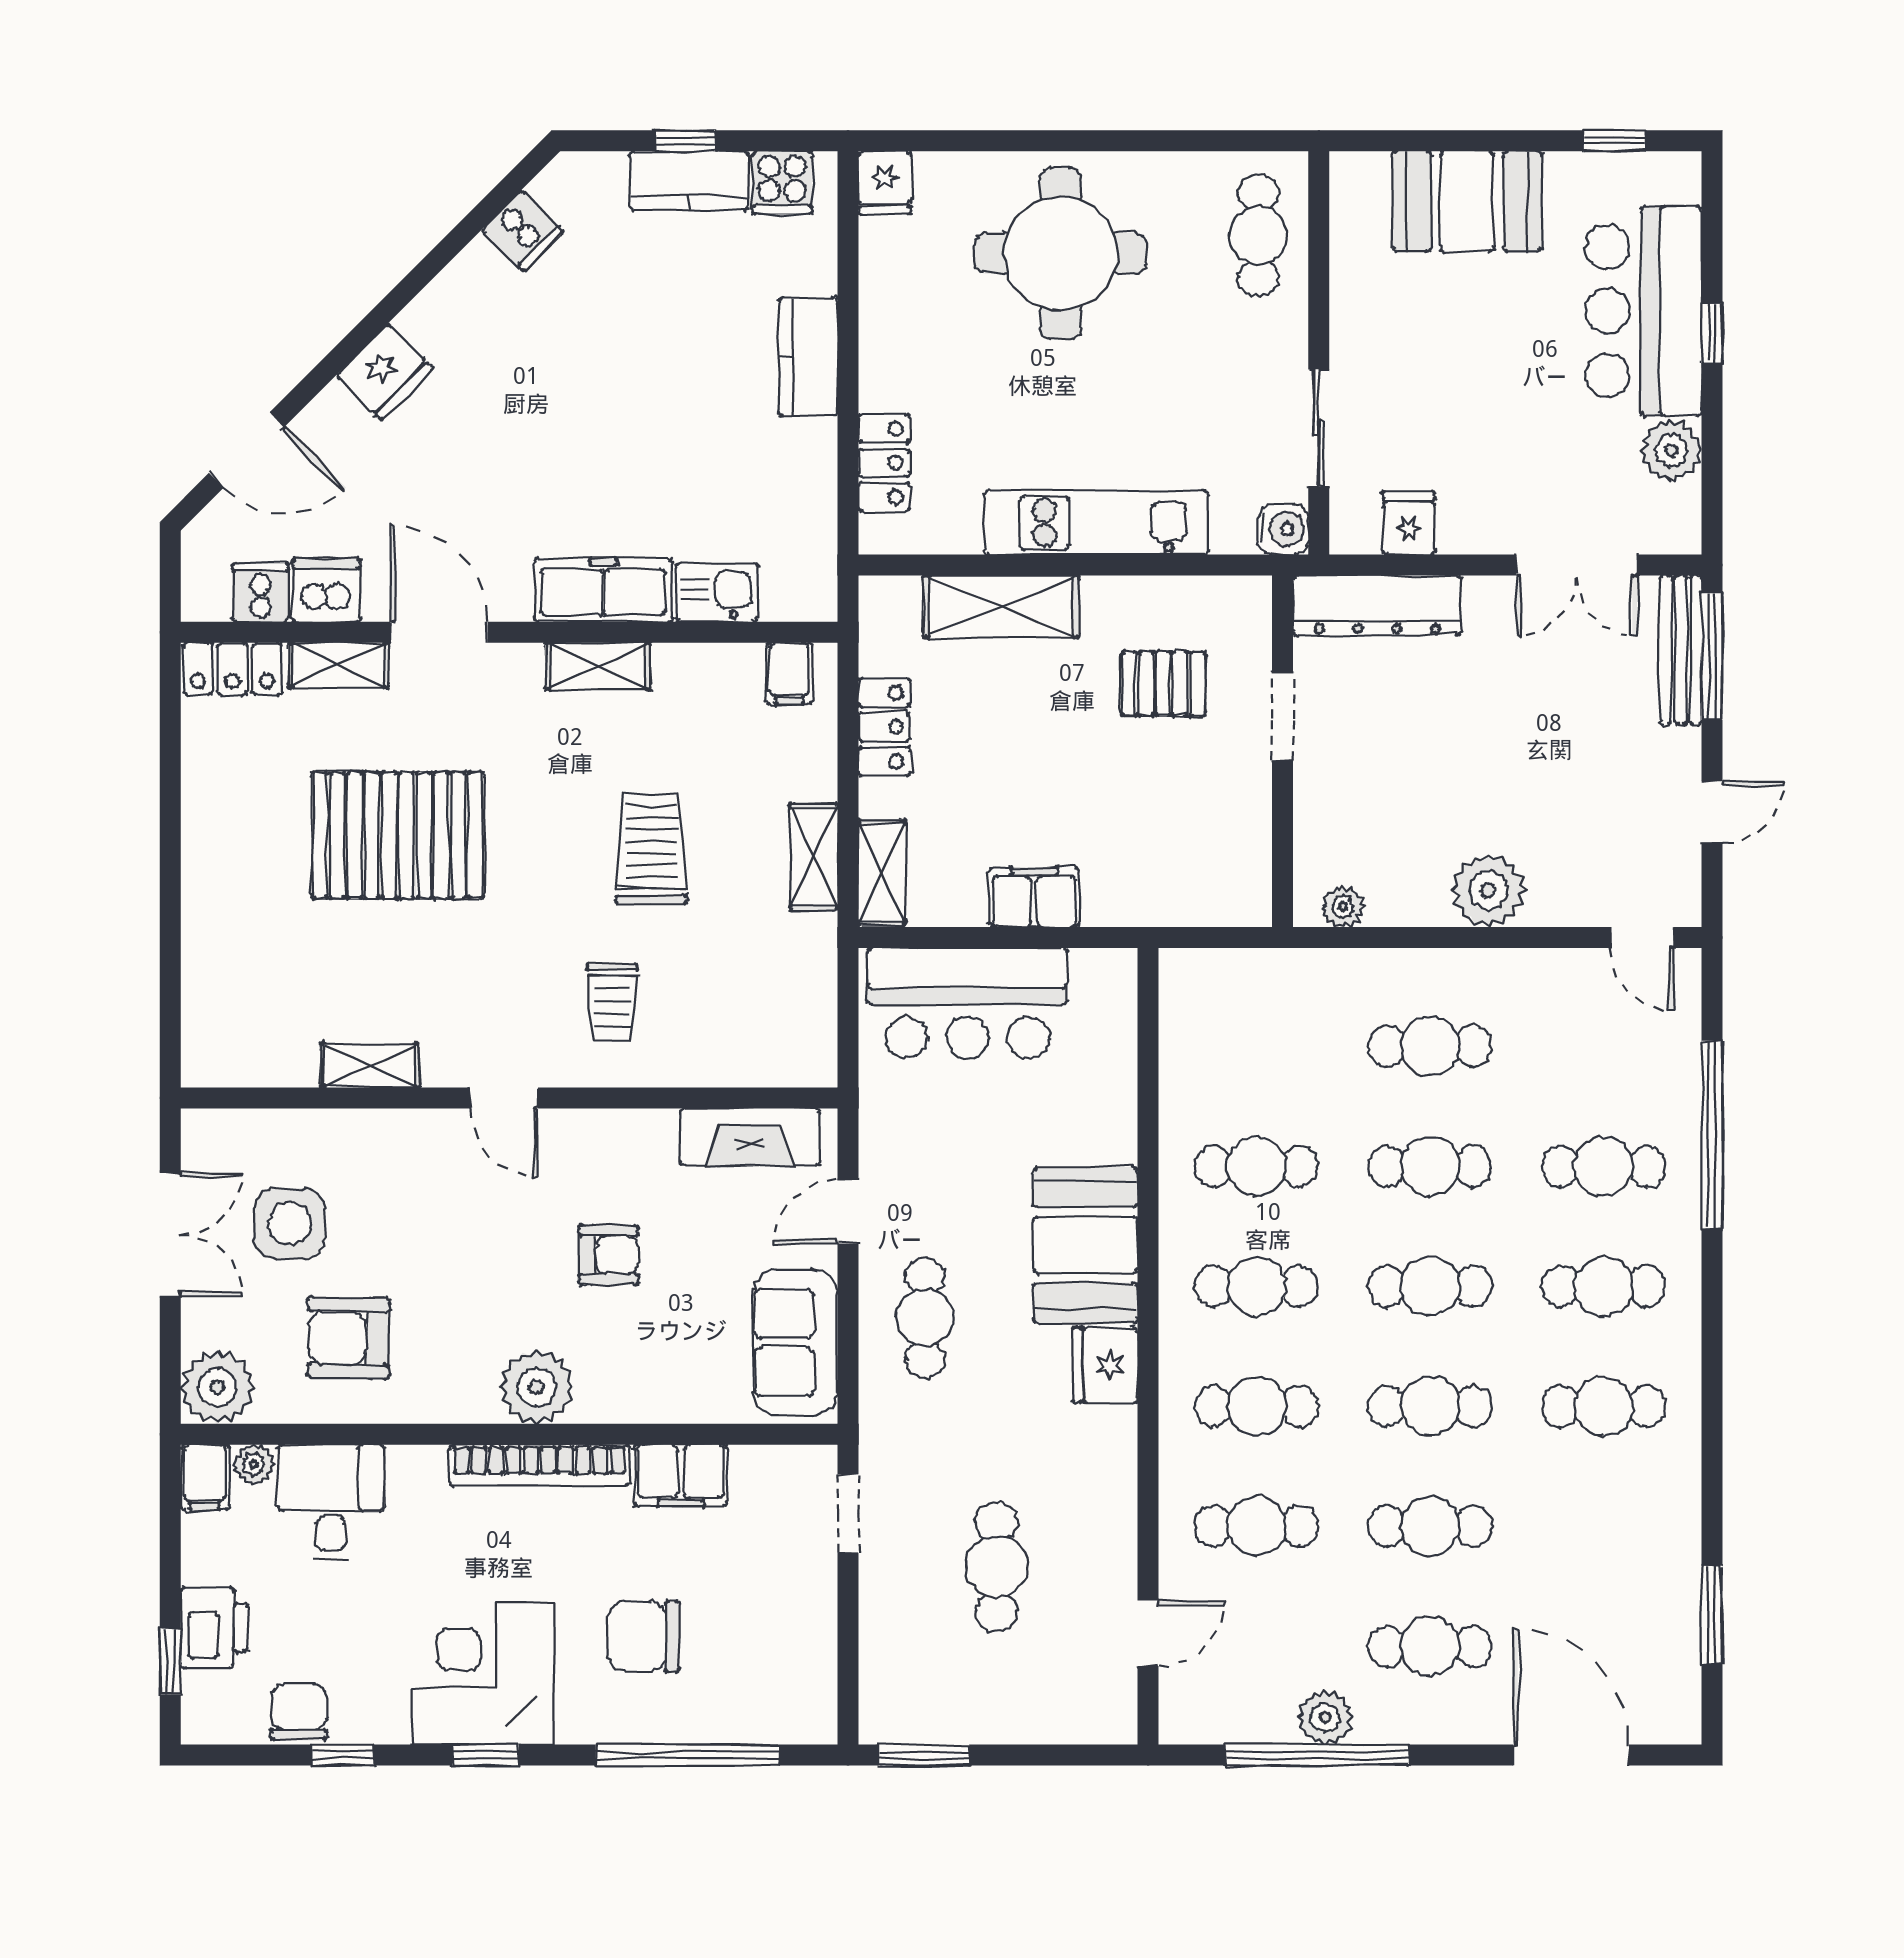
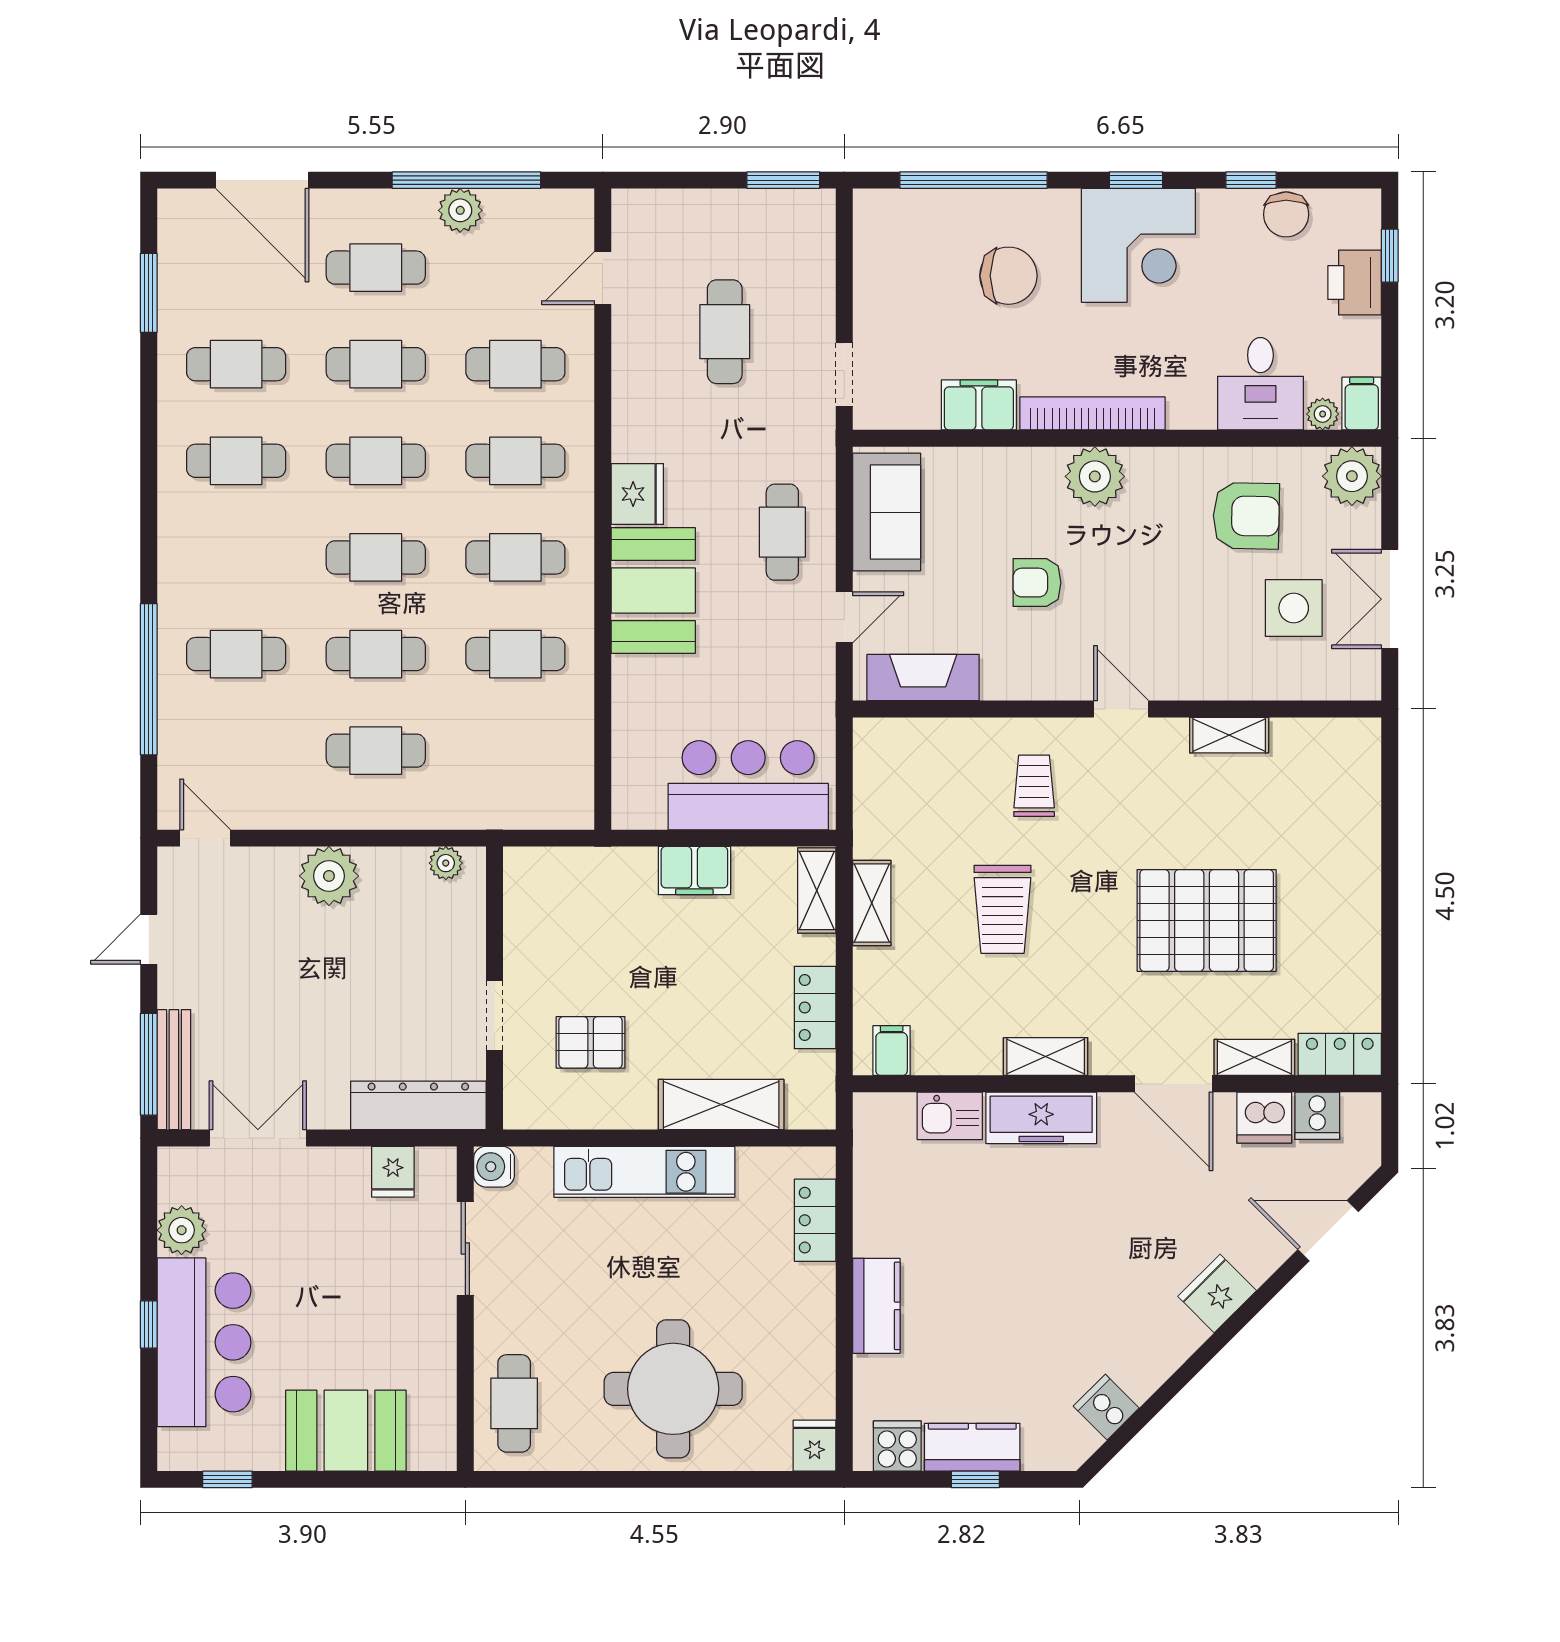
cafe table: (1604, 1286) -> (236, 364), moved

